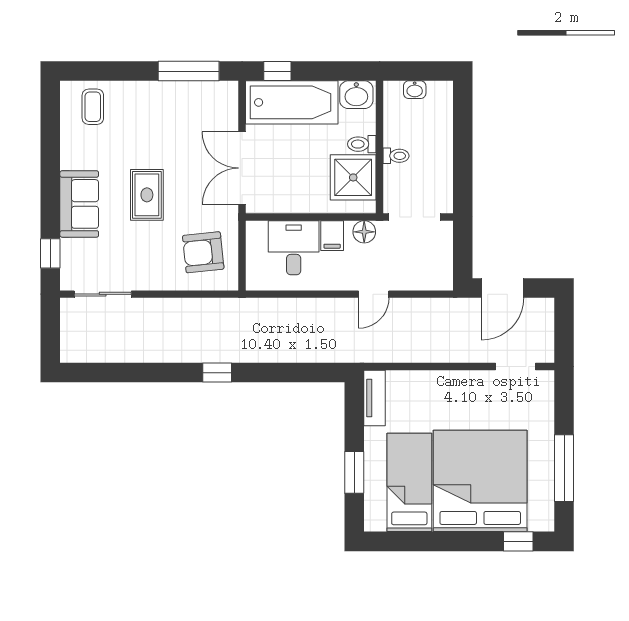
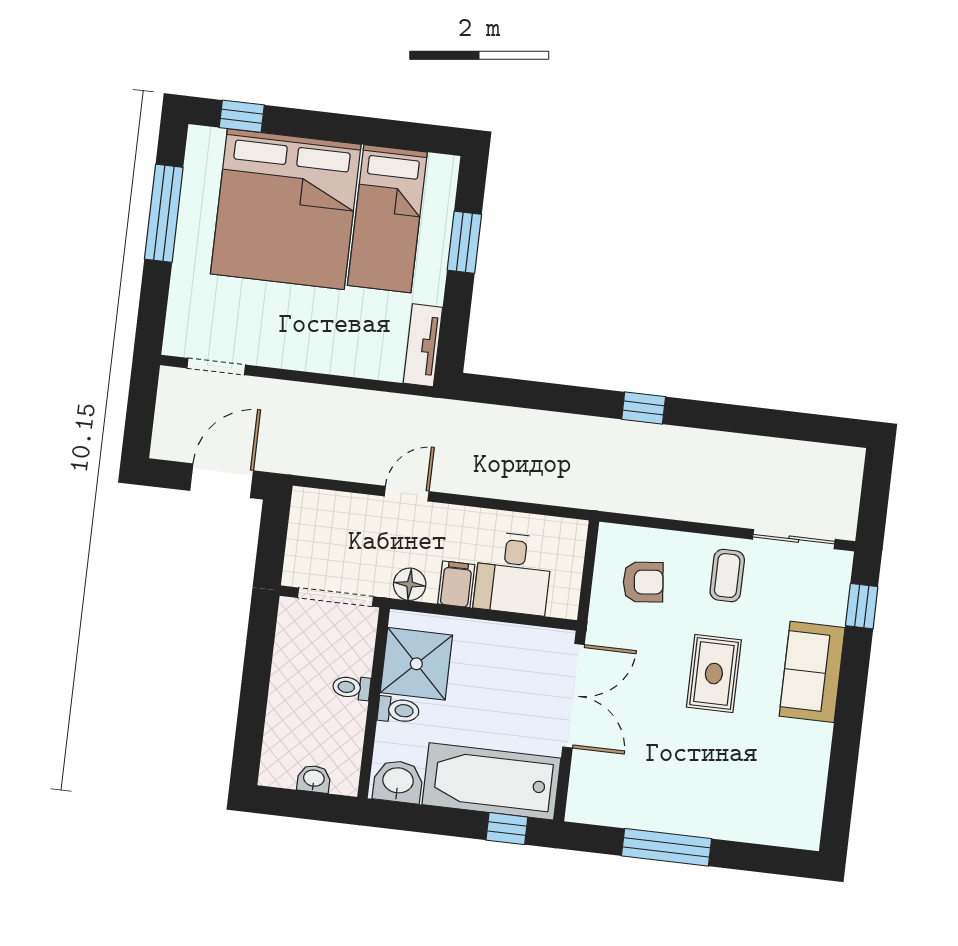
window: (189, 71) -> (666, 847), moved
coffee table: (93, 107) -> (727, 576), moved
armchair: (203, 252) -> (643, 582), width x0.72, depth x0.72

